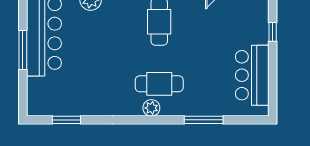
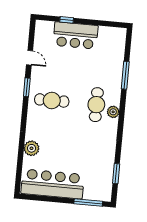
window: (23, 50) -> (88, 203), moved
bar counter: (252, 75) -> (76, 35), moved

